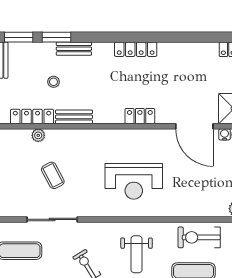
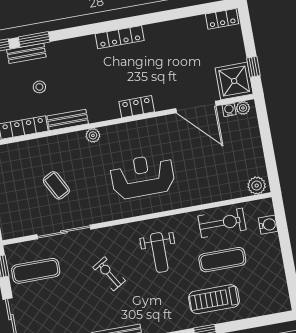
bench: (74, 49) -> (26, 53), moved
plant: (38, 135) -> (93, 135), moved
reception desk: (134, 181) -> (143, 176), turned 180
exercise bike: (199, 237) -> (222, 223), turned 180

